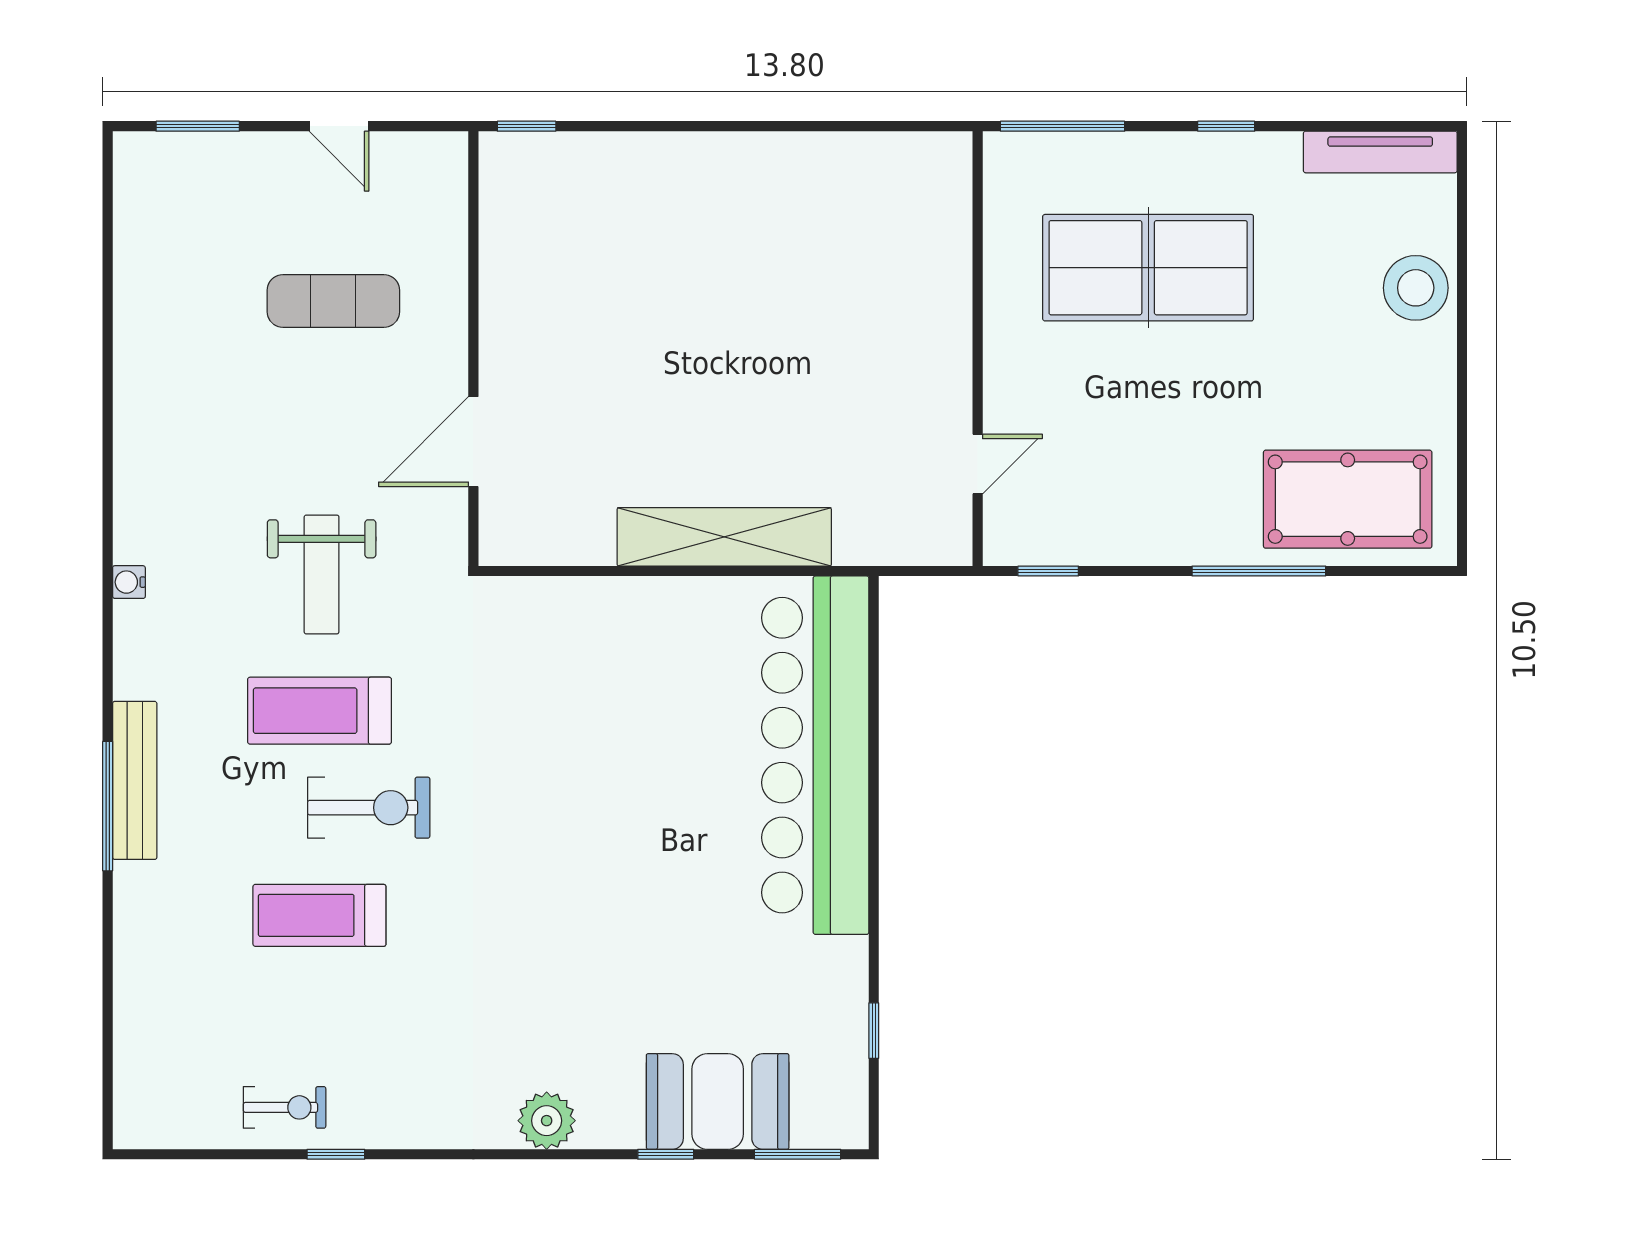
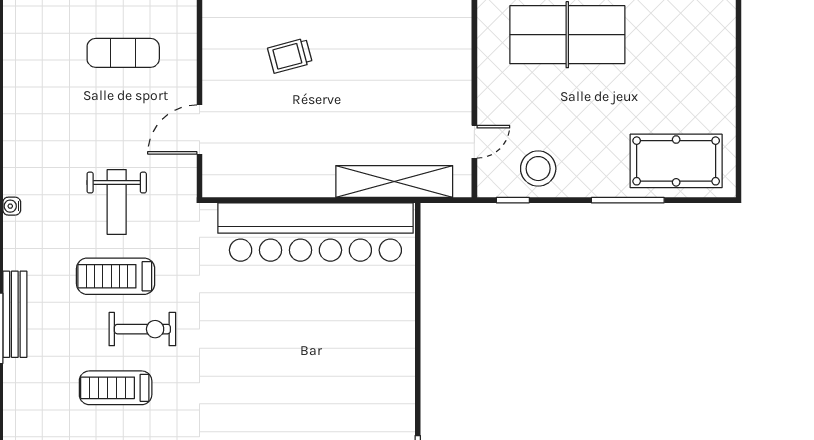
stool: (1416, 288) -> (538, 169), moved
trolley: (639, 306) -> (290, 56), added
shelving: (724, 537) -> (394, 181), moved
bar counter: (815, 755) -> (315, 232), moved, turned -90

